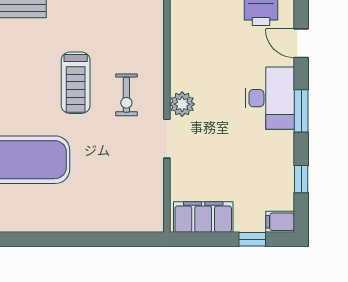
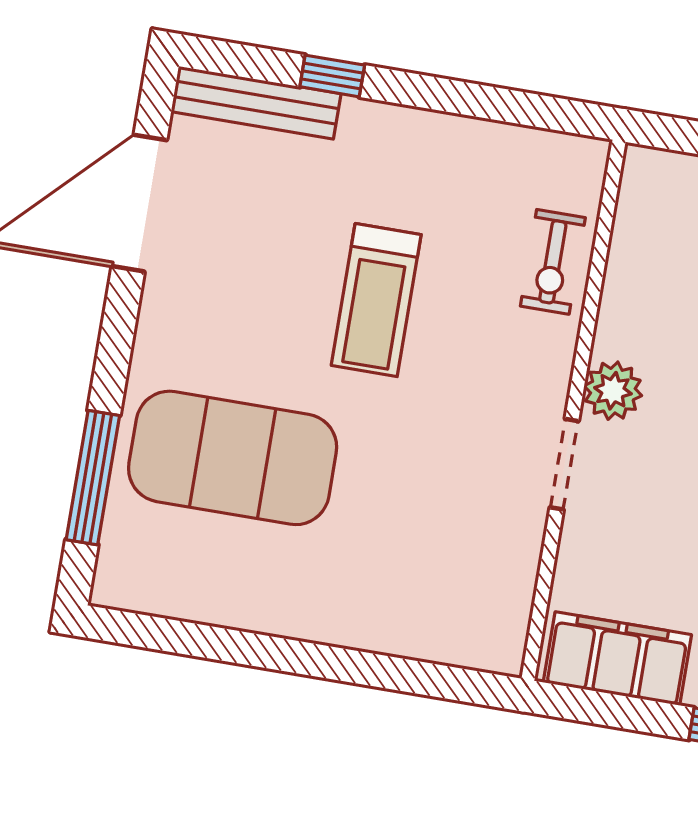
exercise bike: (126, 95) -> (553, 262), moved

